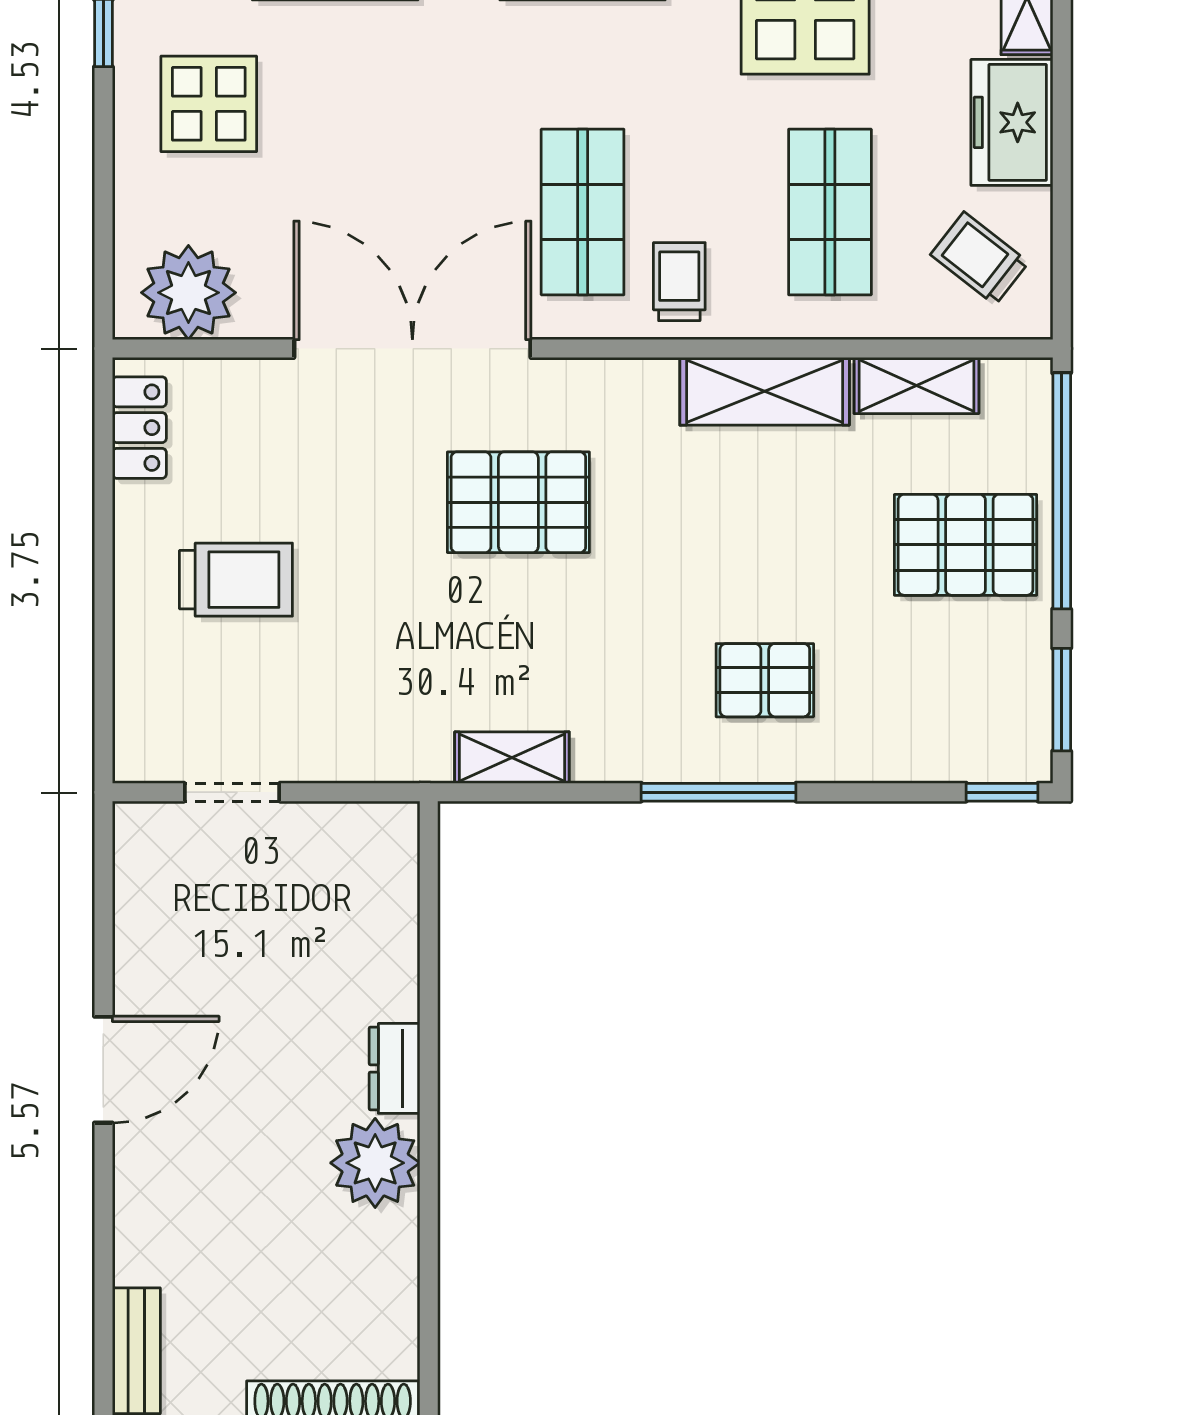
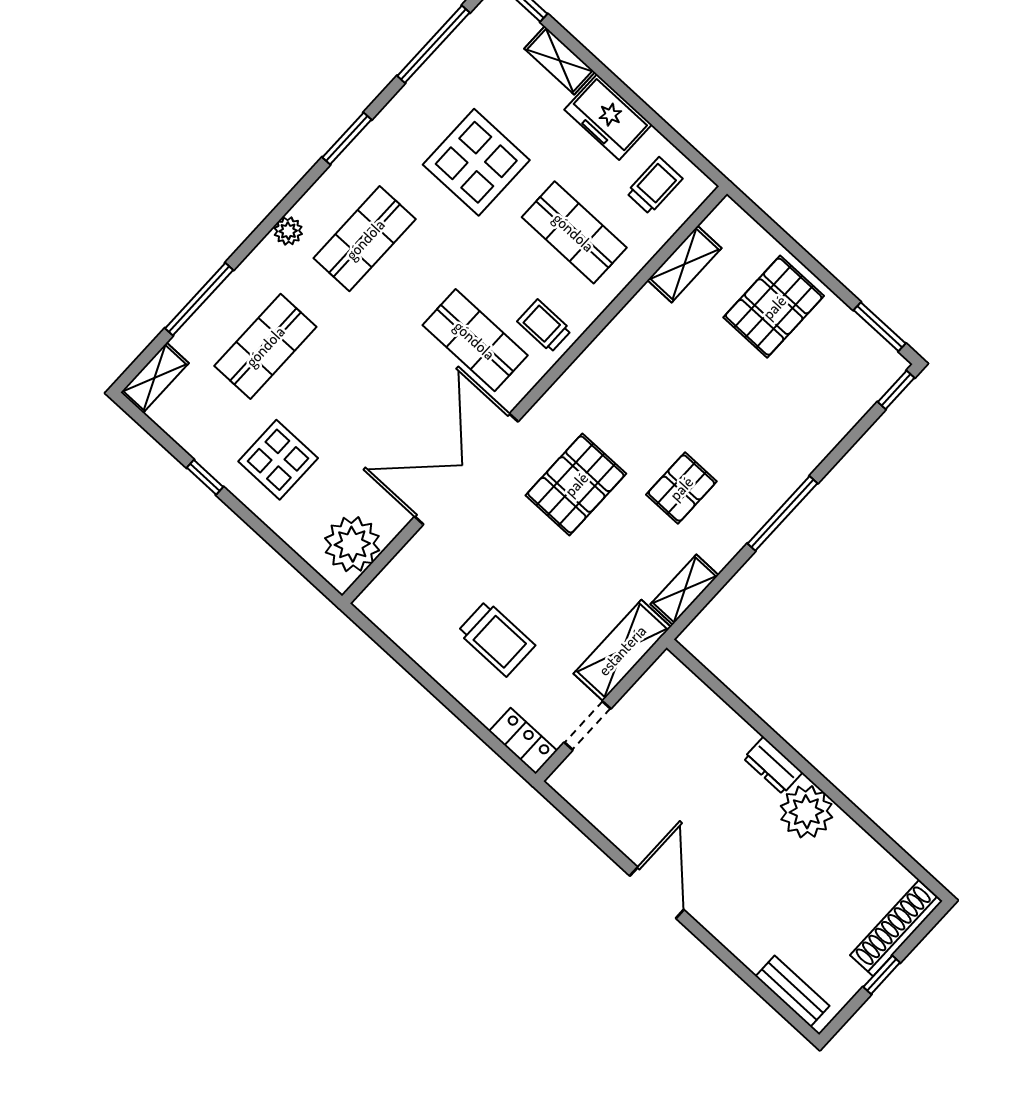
trolley: (980, 258) -> (654, 186), turned 142
shelving: (765, 391) -> (622, 650), moved
locker: (139, 428) -> (523, 741), moved
window: (1062, 491) -> (789, 243), removed
trolley: (236, 580) -> (496, 639), turned 90
pallet: (765, 680) -> (681, 488), moved

